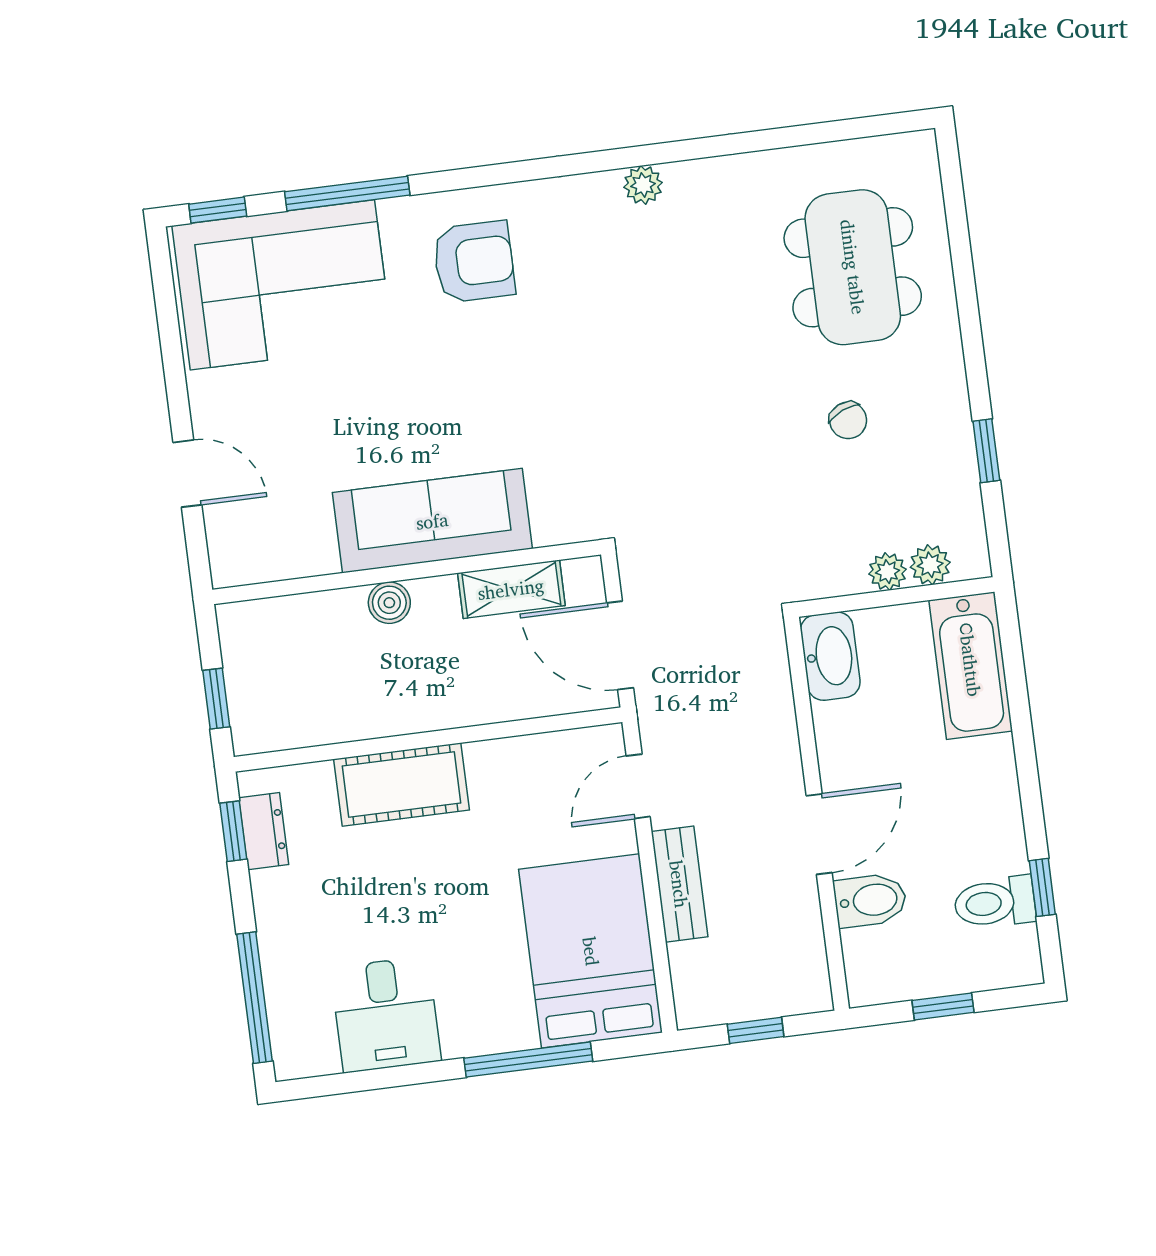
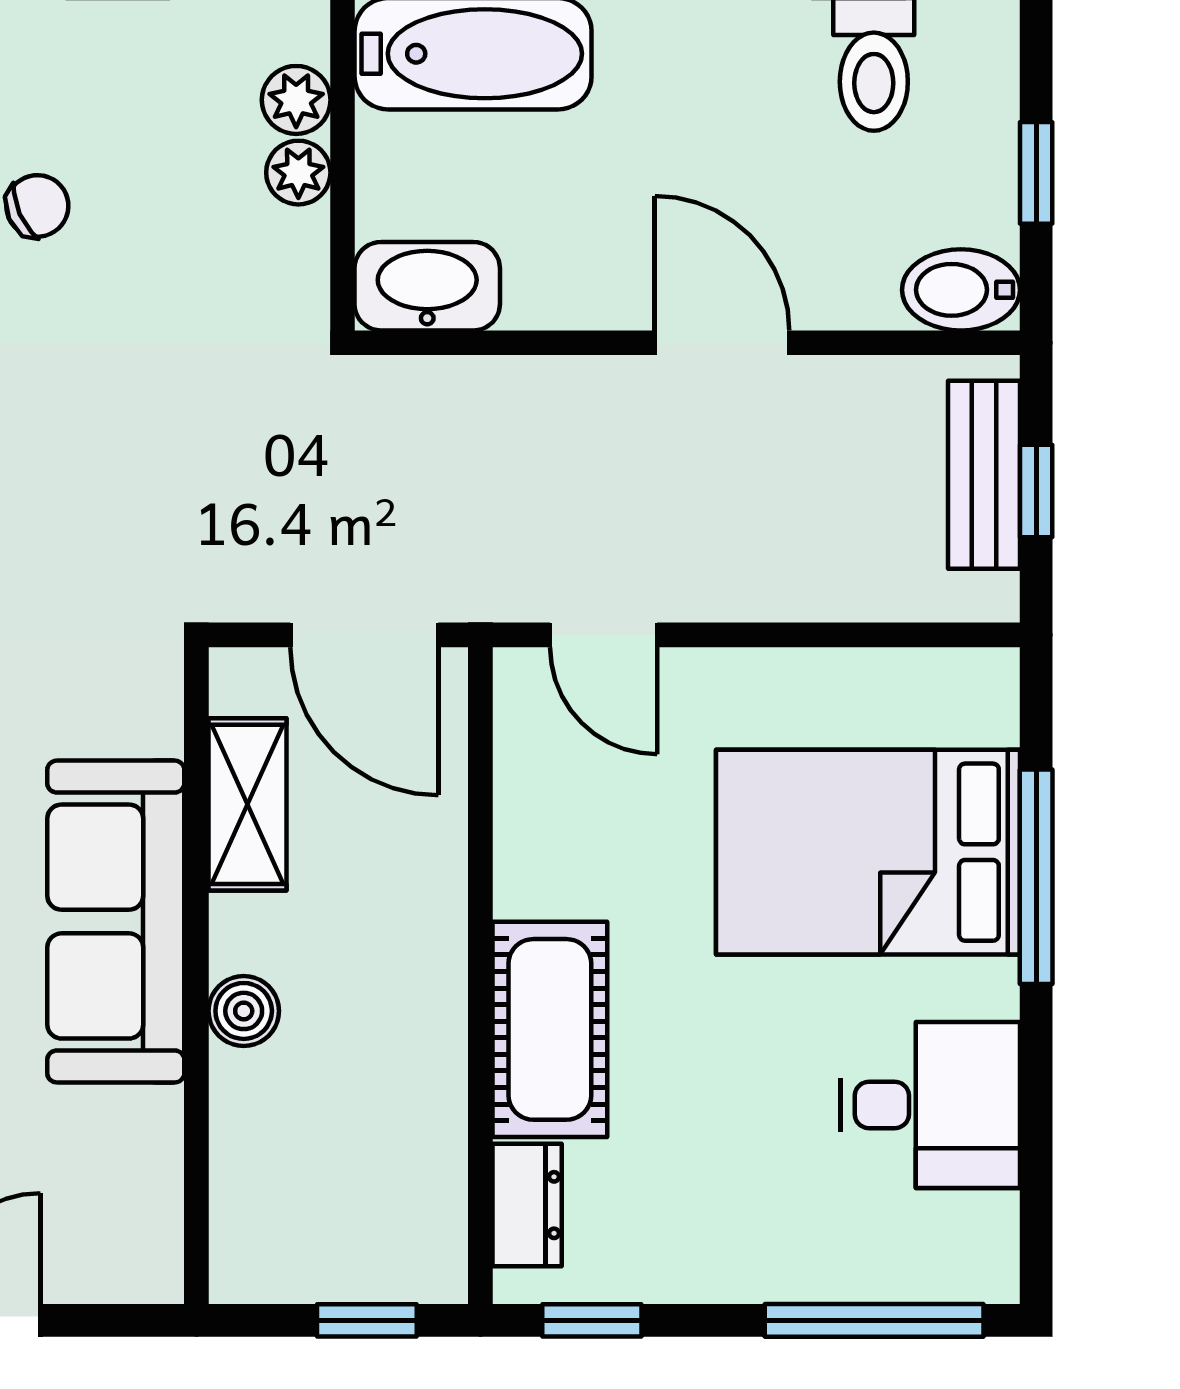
door: (620, 645) -> (364, 635), hinge flipped
dresser: (264, 831) -> (527, 1205), moved, turned 90
bench: (679, 884) -> (984, 475), moved, turned 90
bidet: (870, 900) -> (961, 290), moved, turned -90
bed: (591, 951) -> (868, 852), moved

